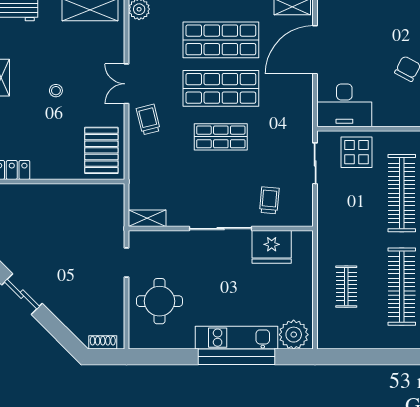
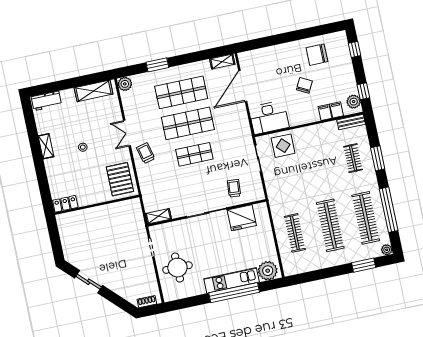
clothes rail: (402, 193) -> (318, 166), removed
clothes rail: (346, 287) -> (295, 233), width x1.36

